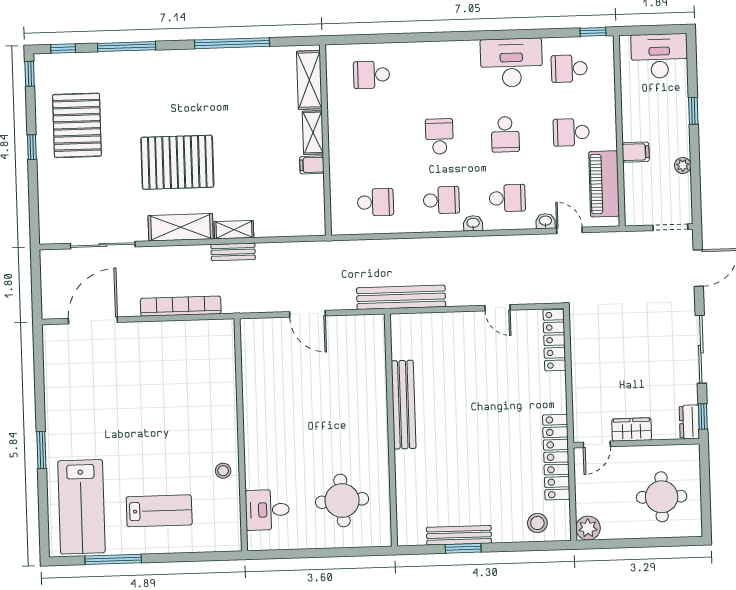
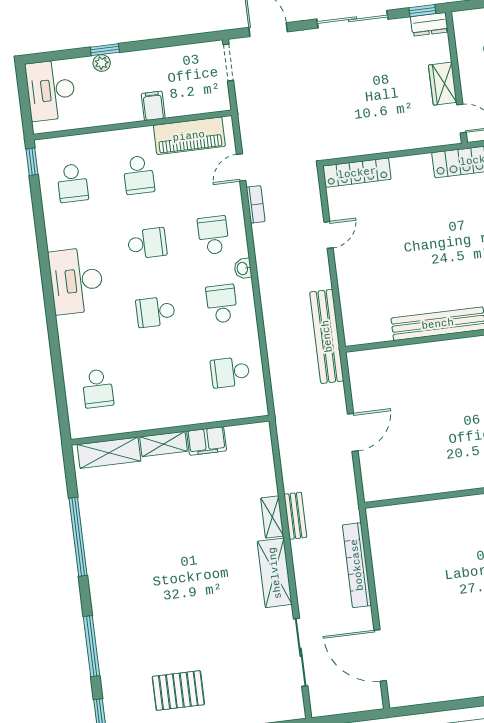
desk: (511, 63) -> (76, 281), moved
pallet: (77, 125) -> (178, 691), width x0.73, depth x0.71
pallet: (177, 162) -> (207, 582), removed
filing cabinet: (312, 165) -> (207, 441), width x2.00
plant: (683, 165) -> (102, 63), moved
school desk: (375, 202) -> (230, 372), turned -90
washbasin: (545, 221) -> (234, 193), removed
bookcase: (533, 241) -> (256, 204), added

